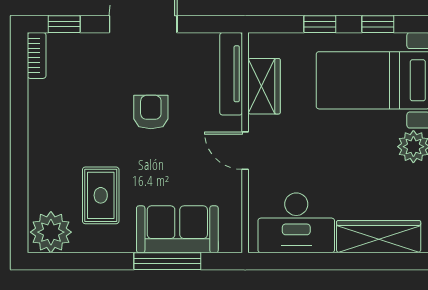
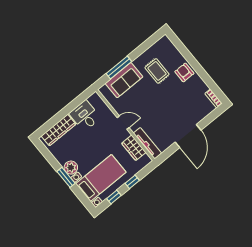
window: (64, 24) -> (213, 116), removed
armchair: (151, 112) -> (184, 72), moved, turned 180
desk: (296, 223) -> (85, 116), width x0.73
plant: (51, 232) -> (163, 46), removed

